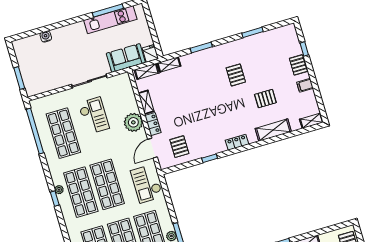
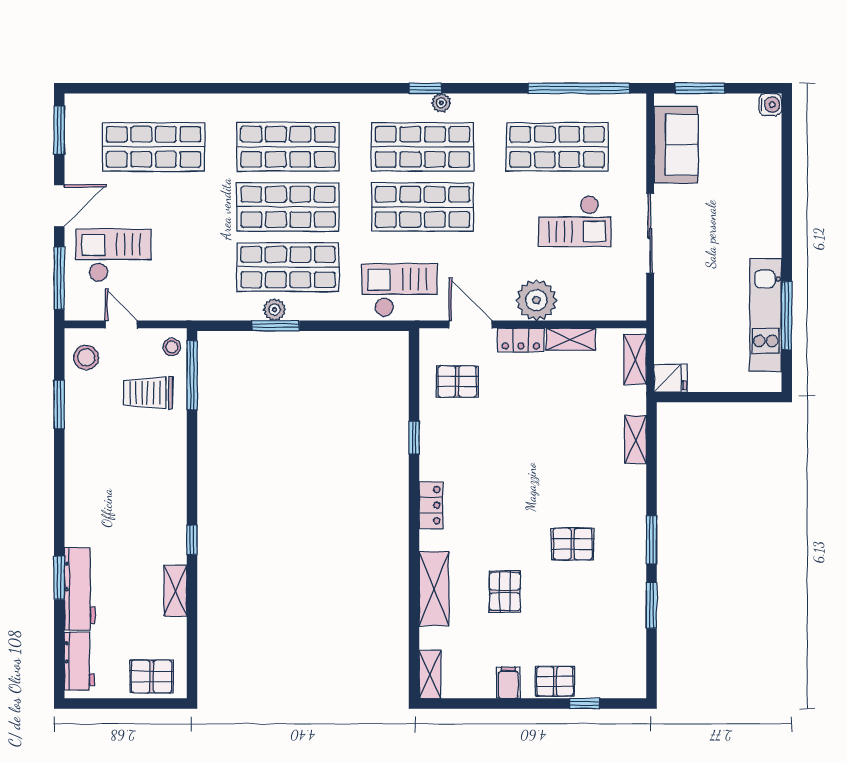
water cooler: (46, 36) -> (770, 105), moved
window: (201, 48) -> (651, 540), moved
sofa: (126, 58) -> (676, 145), moved
shelving: (169, 65) -> (636, 439), moved

